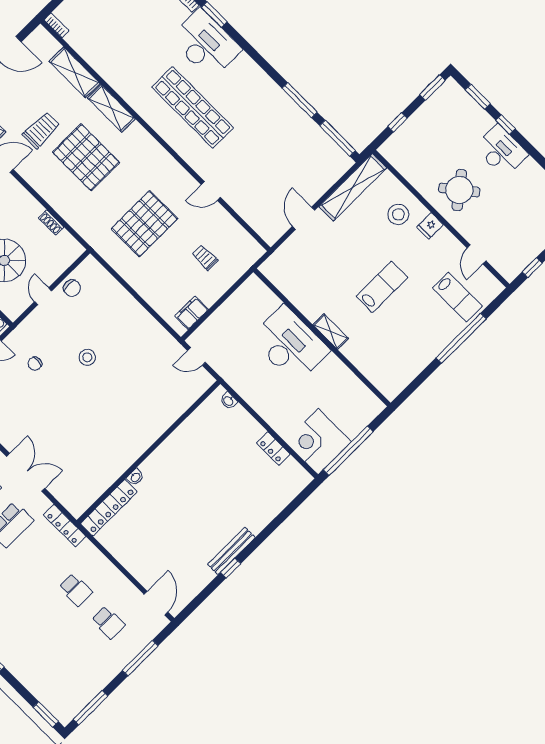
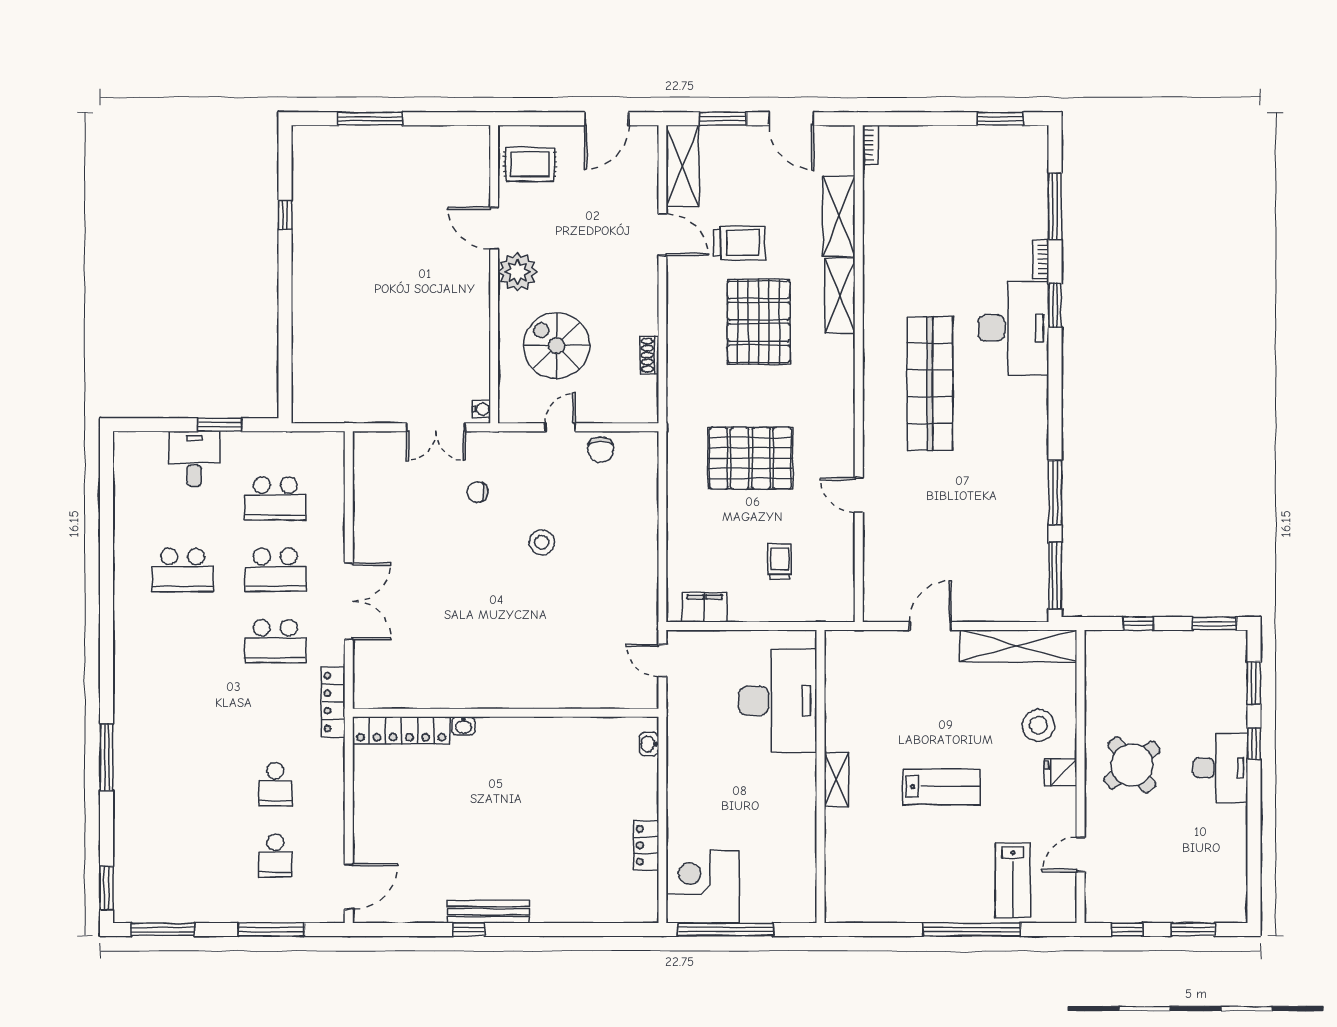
desk: (290, 344) -> (778, 701), moved

